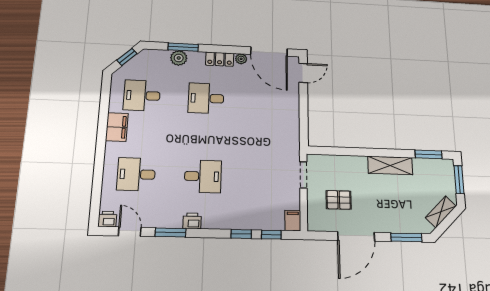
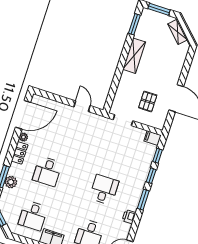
door: (303, 73) -> (82, 106), moved
printer: (192, 221) -> (129, 217), moved
window: (171, 233) -> (143, 200), moved
window: (406, 237) -> (188, 63), removed

